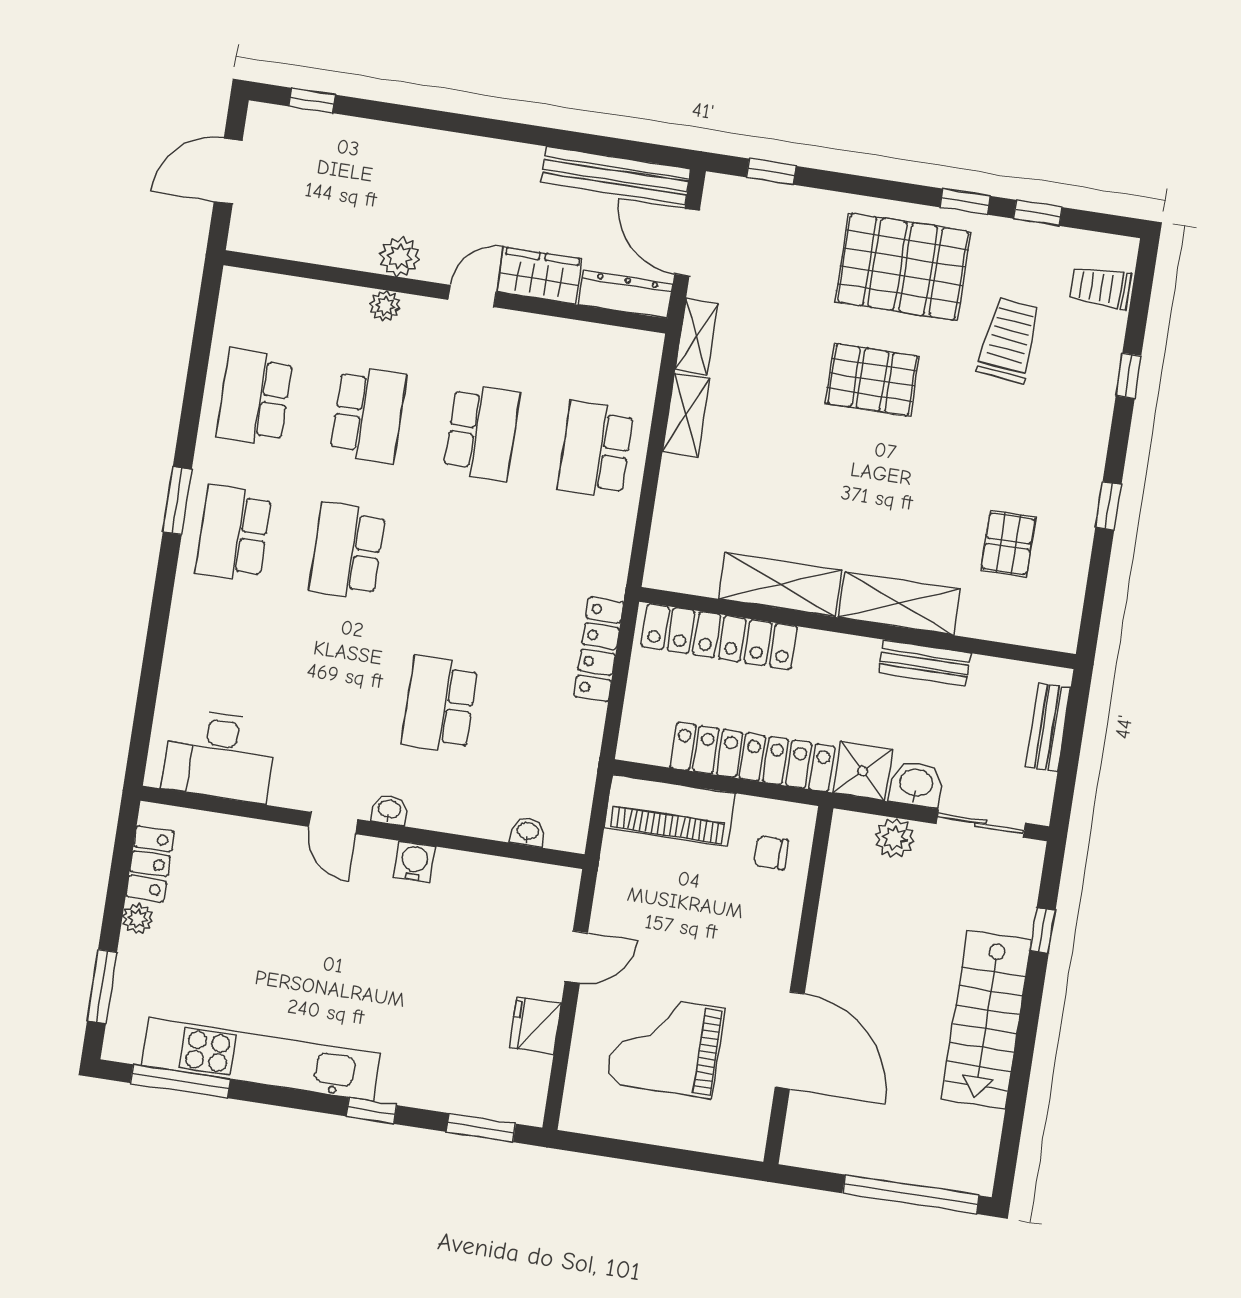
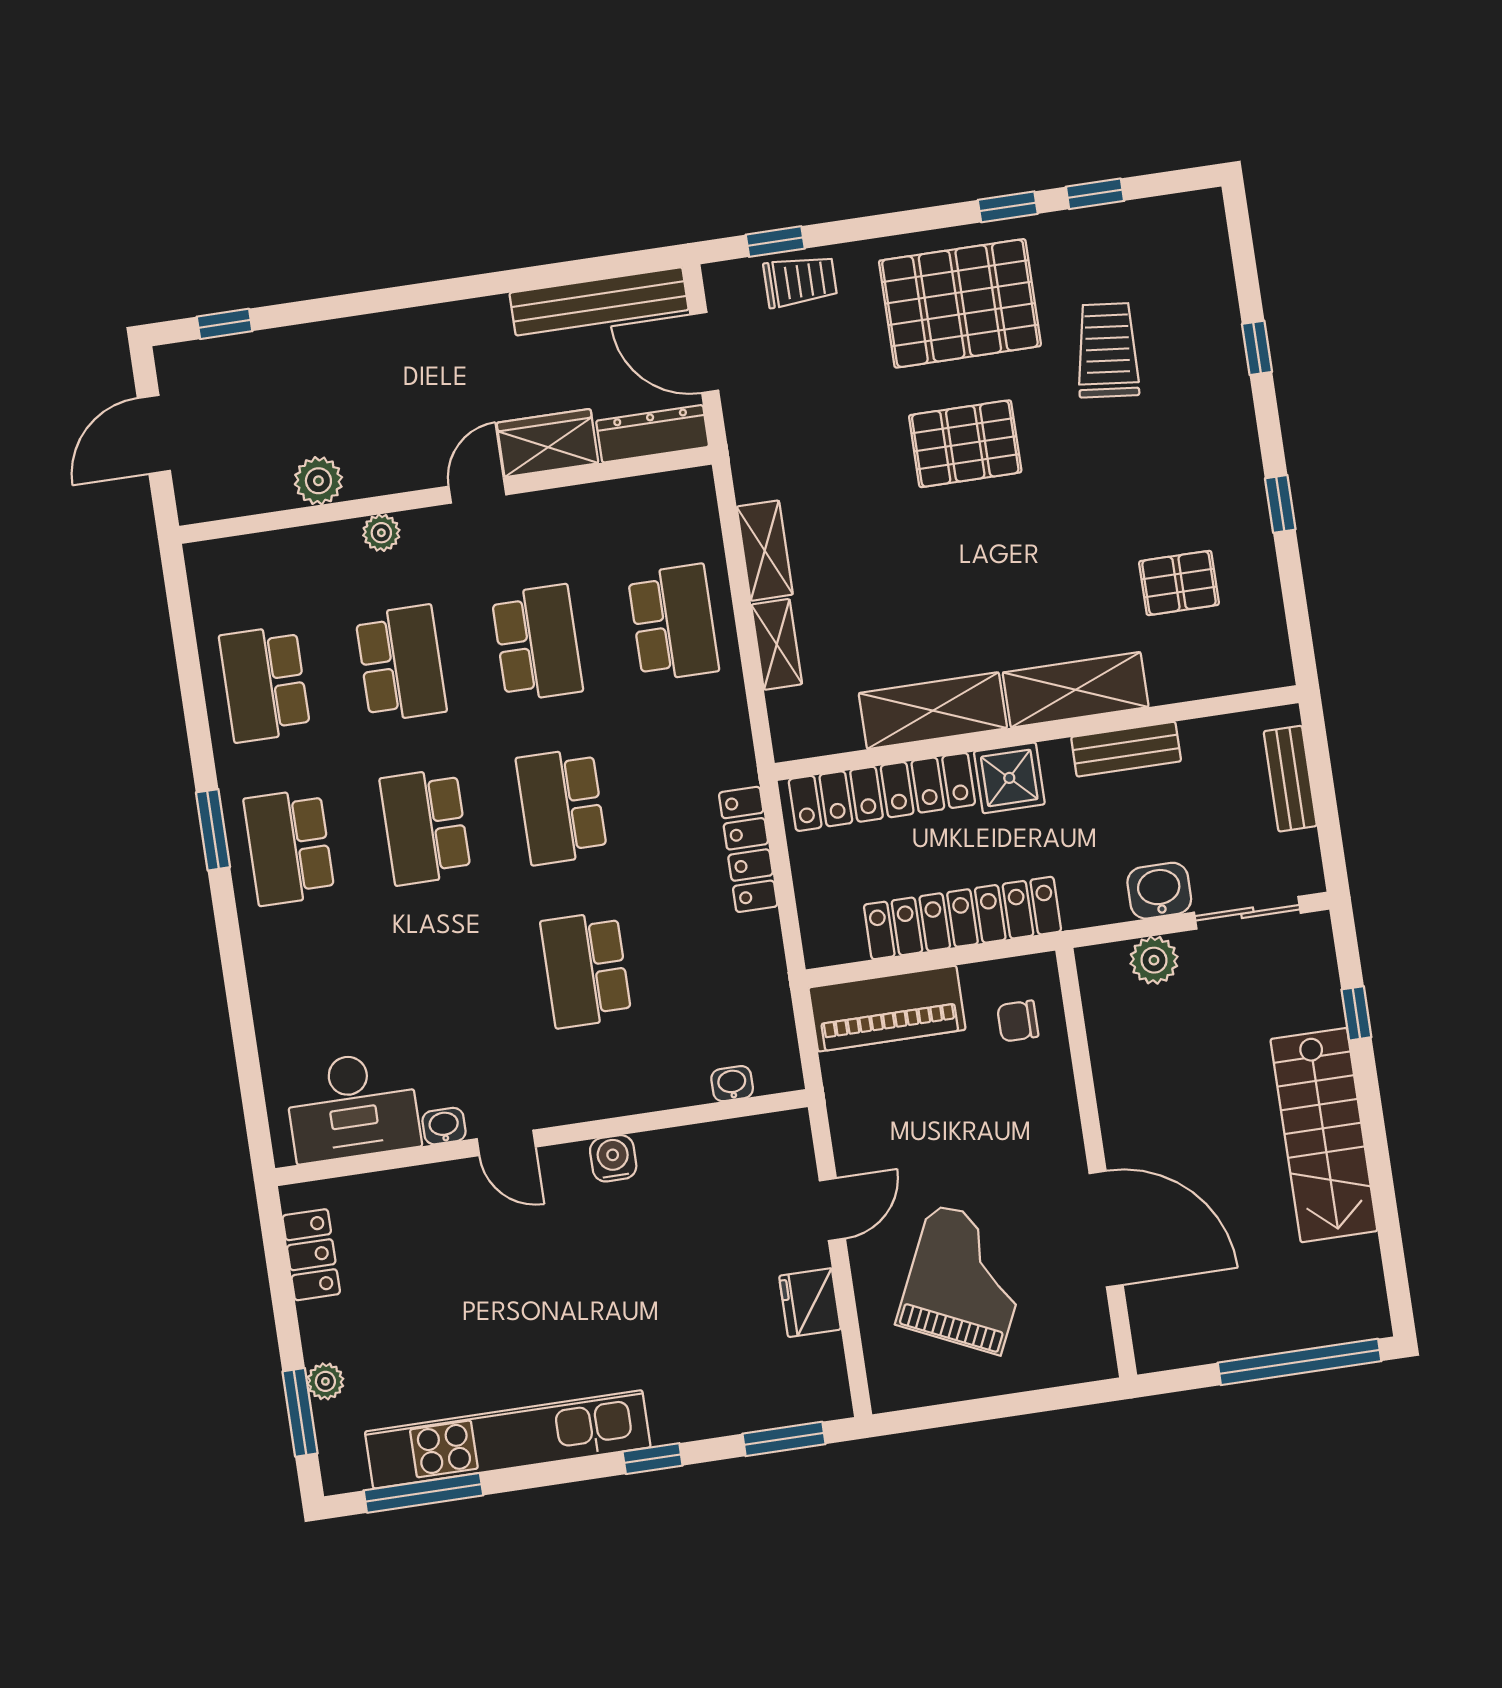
plant: (400, 257) -> (318, 481), moved
trolley: (1100, 287) -> (800, 281), moved, turned 180
shelving: (696, 337) -> (777, 644), moved
school desk: (595, 450) -> (673, 623), turned 180
pallet: (1008, 544) -> (1179, 583), turned 90
school desk: (461, 568) -> (562, 806), added
shower: (863, 771) -> (1009, 778), moved
washbasin: (389, 810) -> (444, 1126), moved
plant: (138, 919) -> (325, 1381), moved
grand piano: (665, 1045) -> (966, 1279), turned 115

